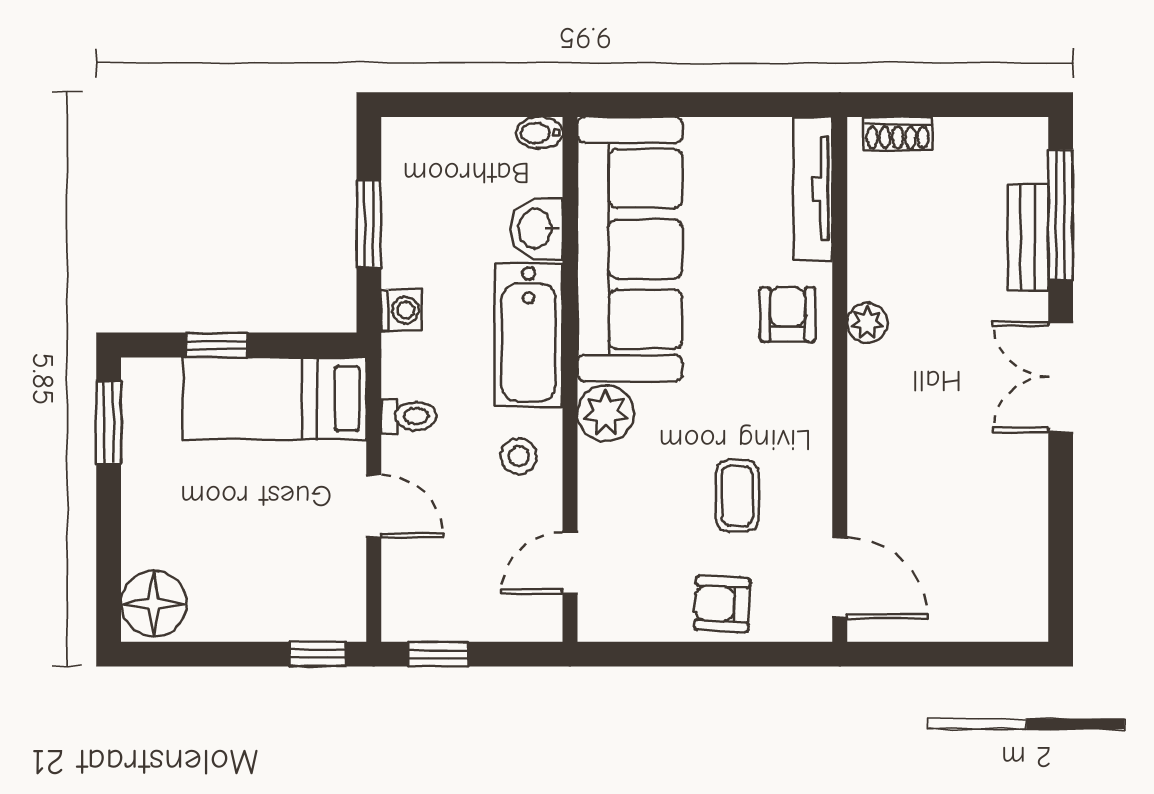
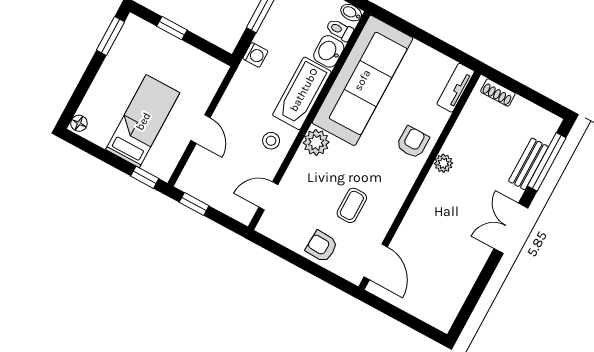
tv unit: (813, 189) -> (456, 88), width x0.71
bed: (275, 399) -> (143, 121), moved, turned 90
toilet: (409, 416) -> (340, 30), moved, turned 180
floor lamp: (154, 604) -> (79, 123), width x0.53, depth x0.53

